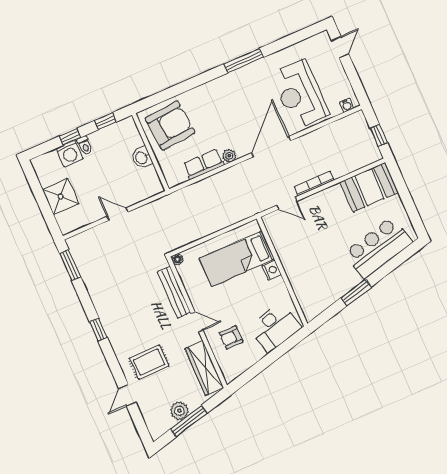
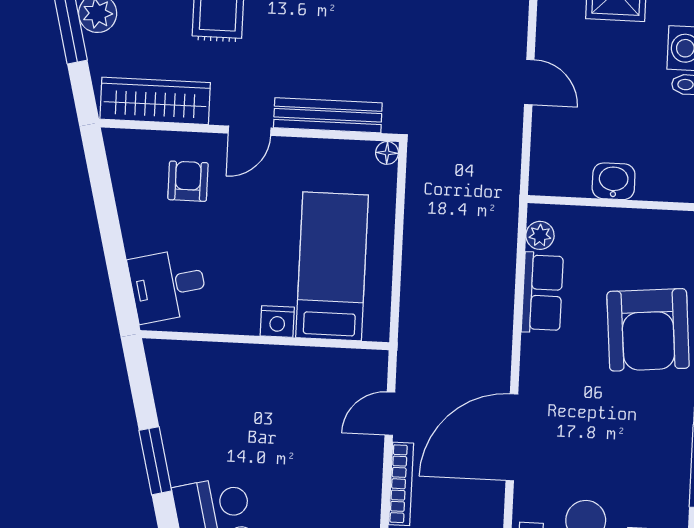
armchair: (170, 126) -> (648, 330), moved
door: (271, 147) -> (512, 437), swing flipped
plant: (229, 156) -> (540, 235), moved
door: (118, 214) -> (529, 82), hinge flipped
desk: (275, 327) -> (168, 286), width x0.73

